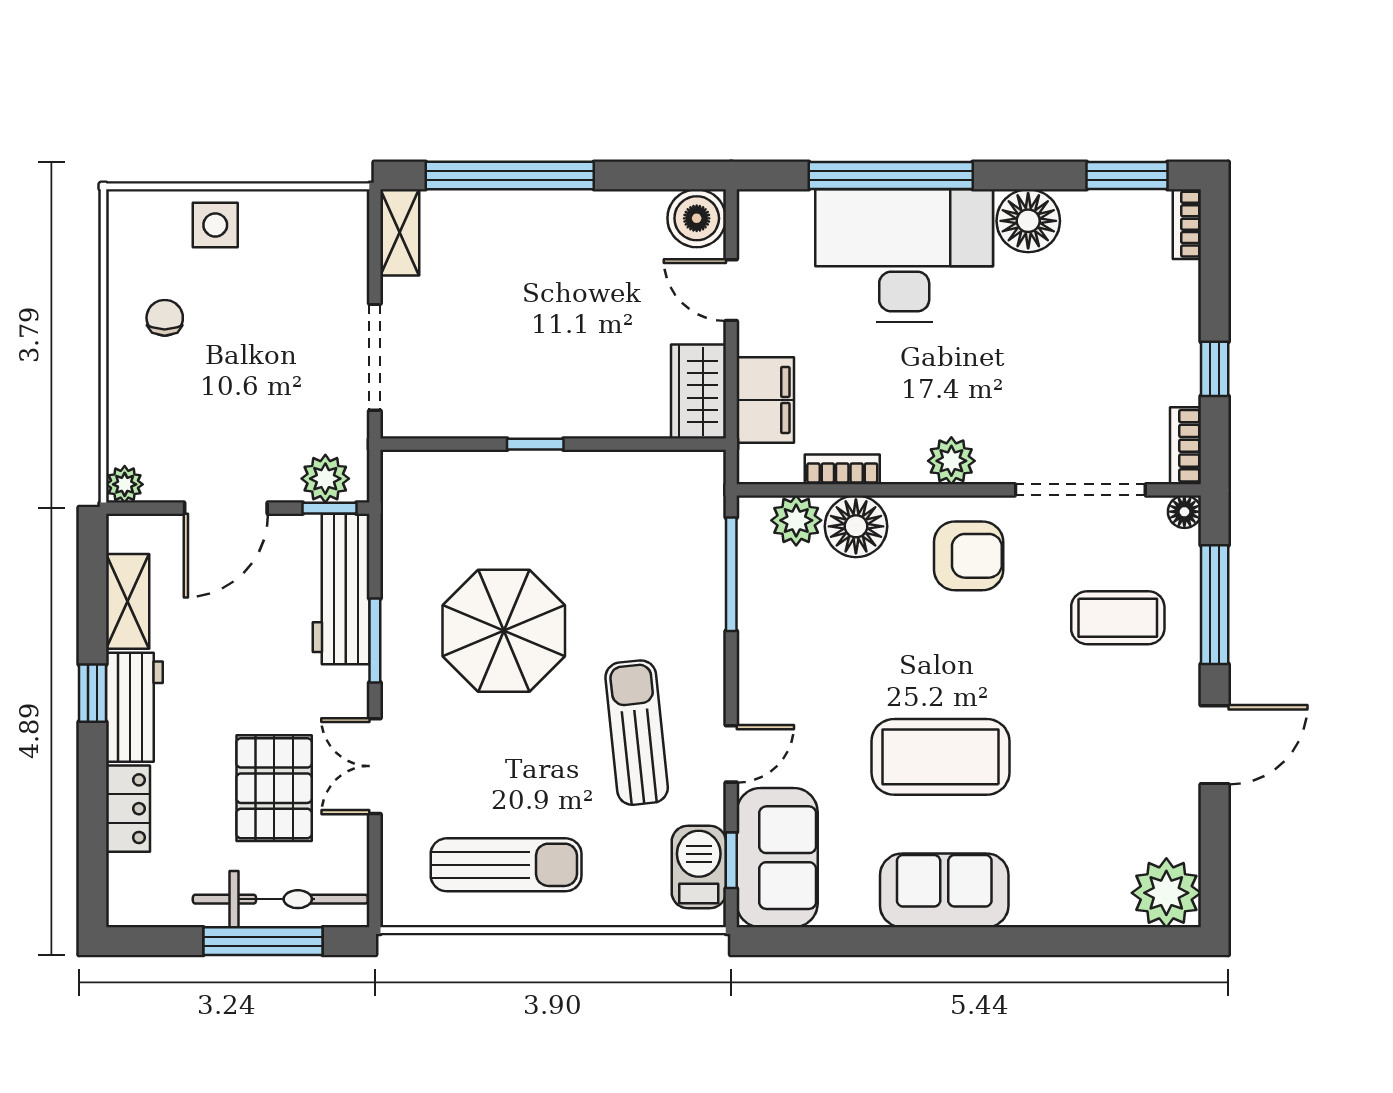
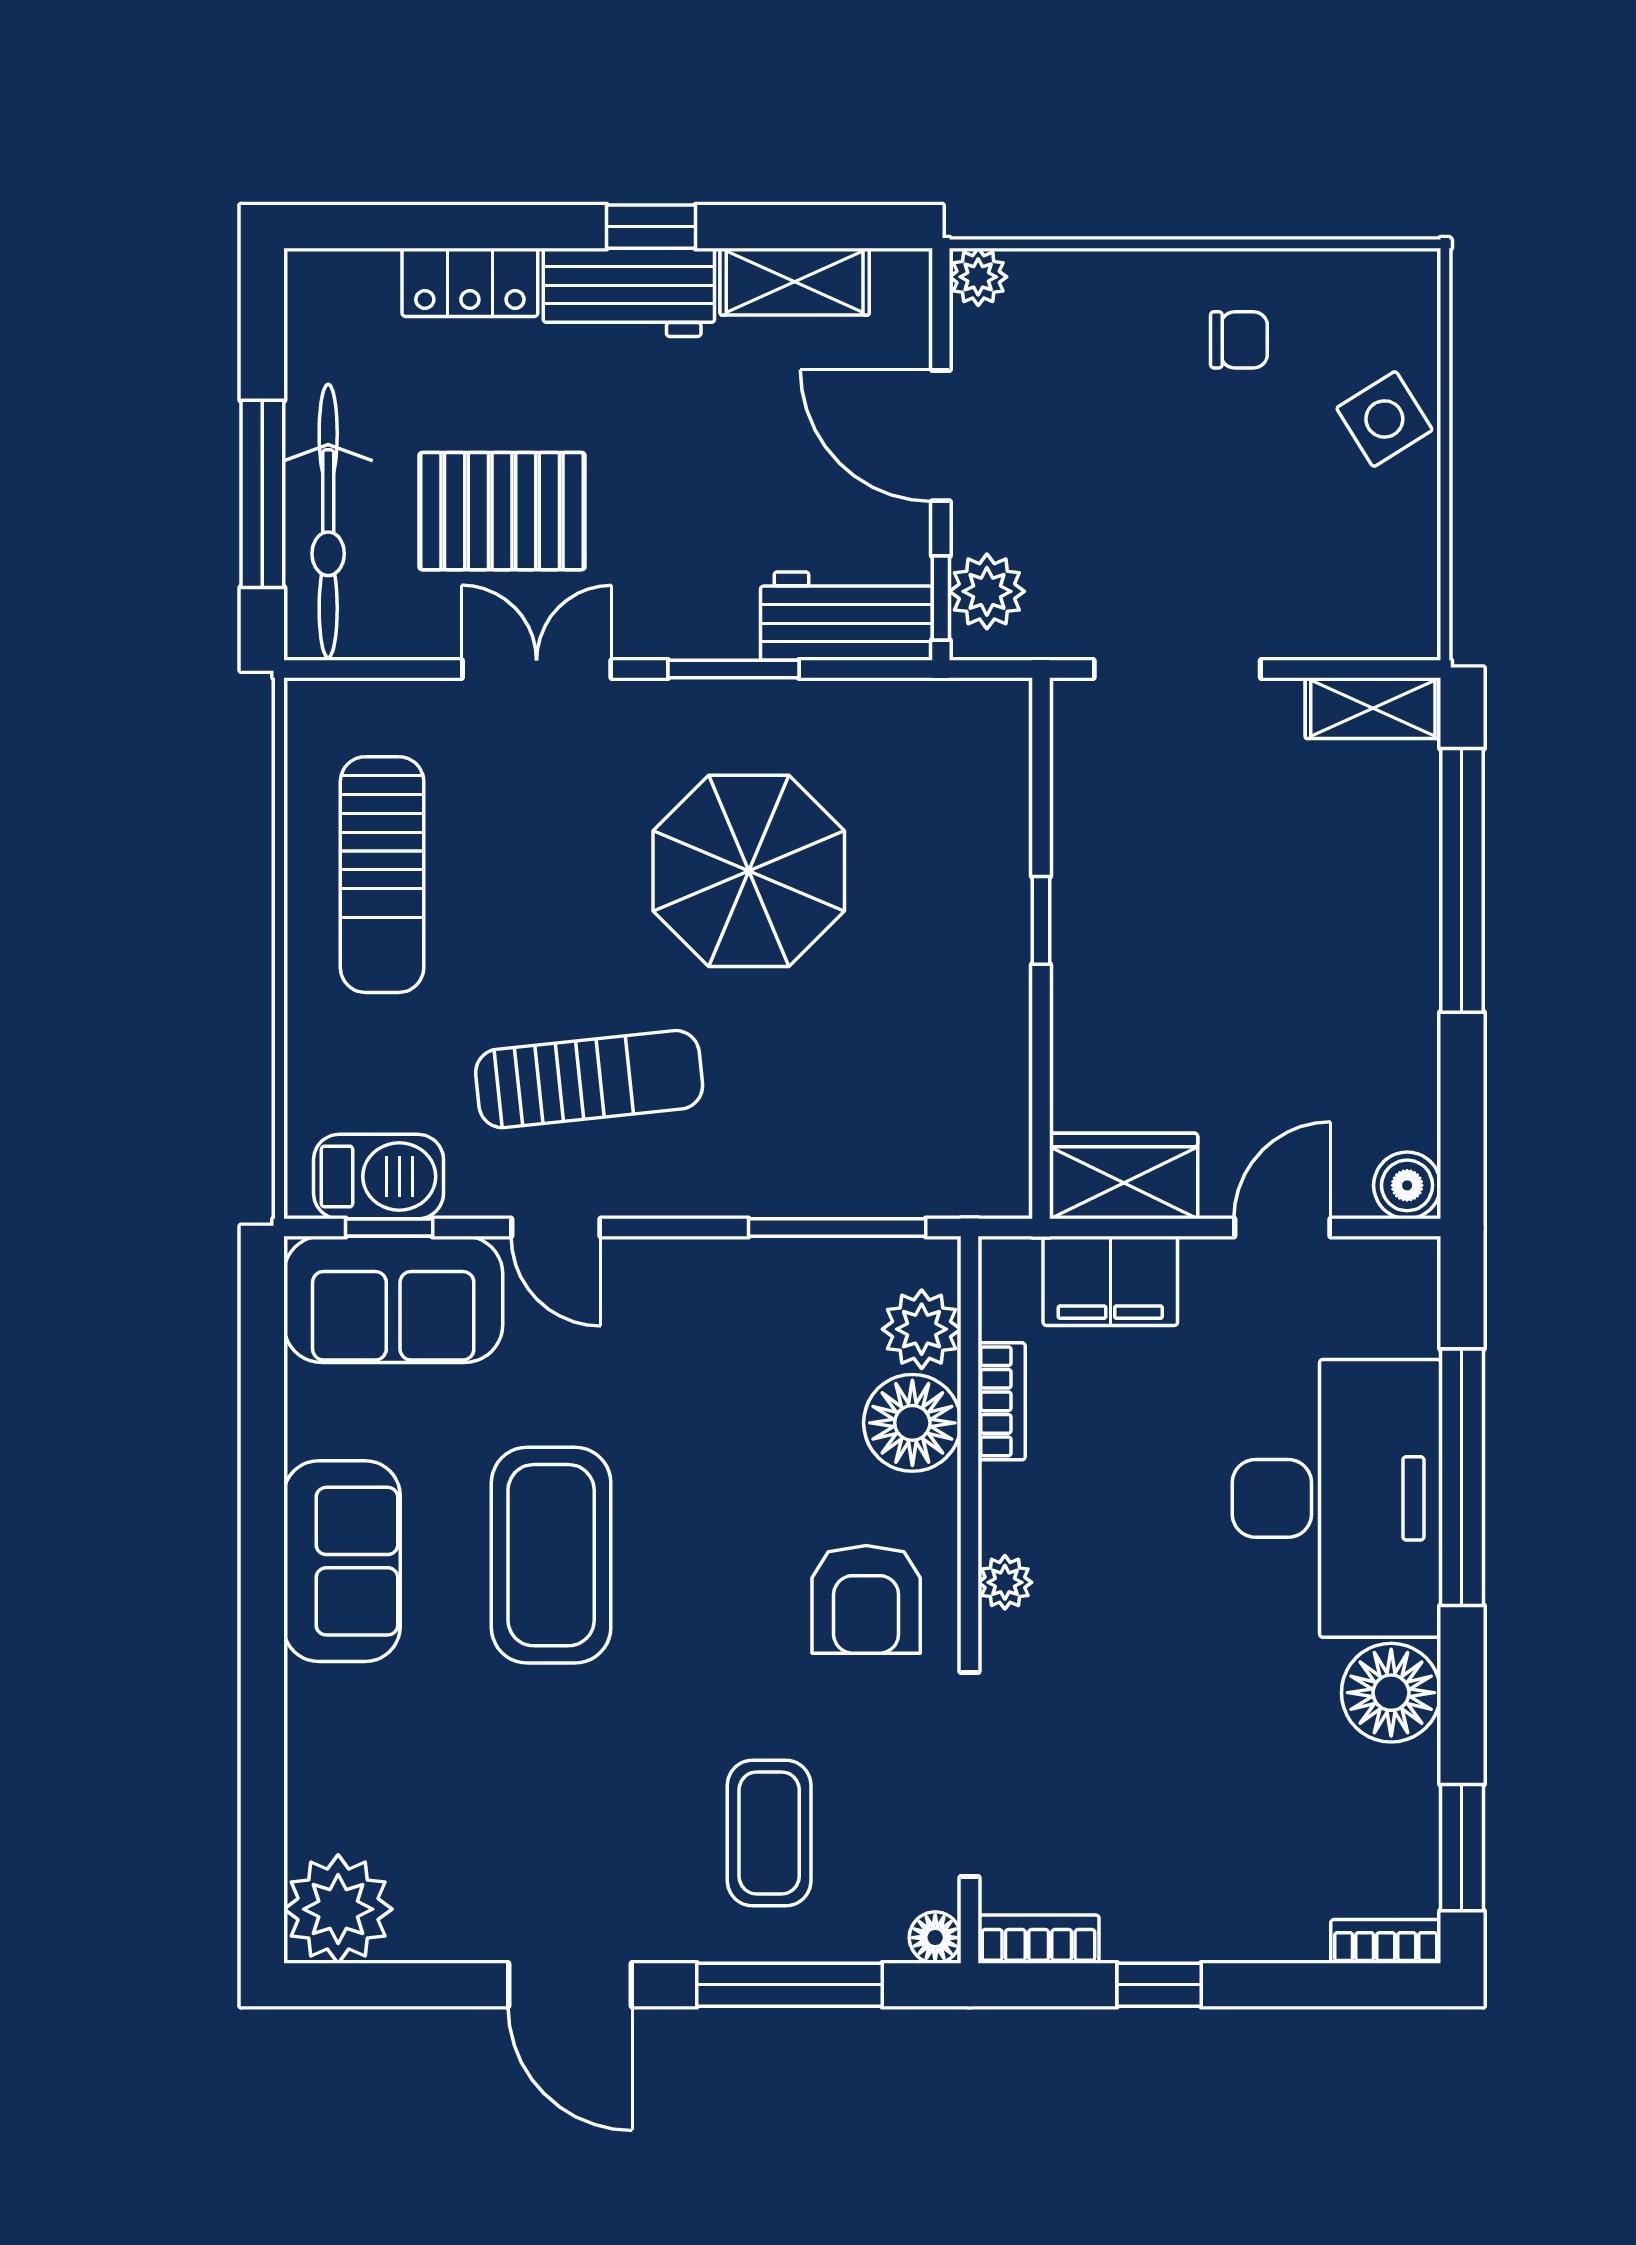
boiler: (697, 218) -> (1407, 1185), width x0.73, depth x0.73
side table: (215, 225) -> (1384, 419), turned -32
plant: (951, 461) -> (1005, 1582), width x0.73, depth x0.73
workbench: (341, 589) -> (846, 616), width x0.73

